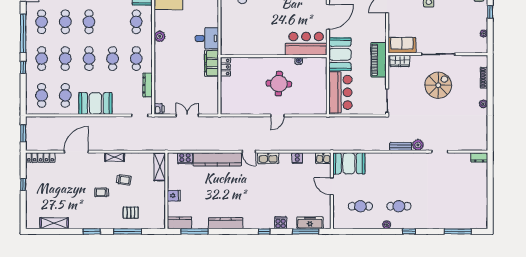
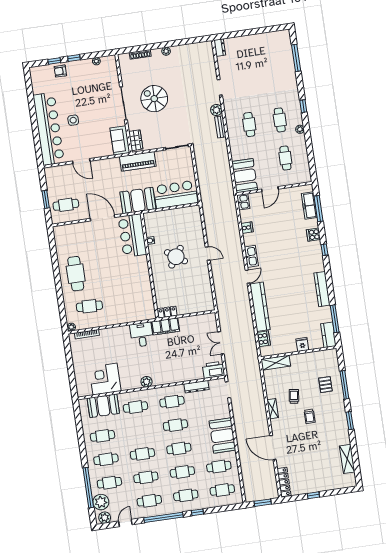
round table: (279, 84) -> (176, 257), turned 32
printer: (159, 109) -> (213, 370), width x1.87, depth x1.48
cafe table: (399, 175) -> (249, 124), added

